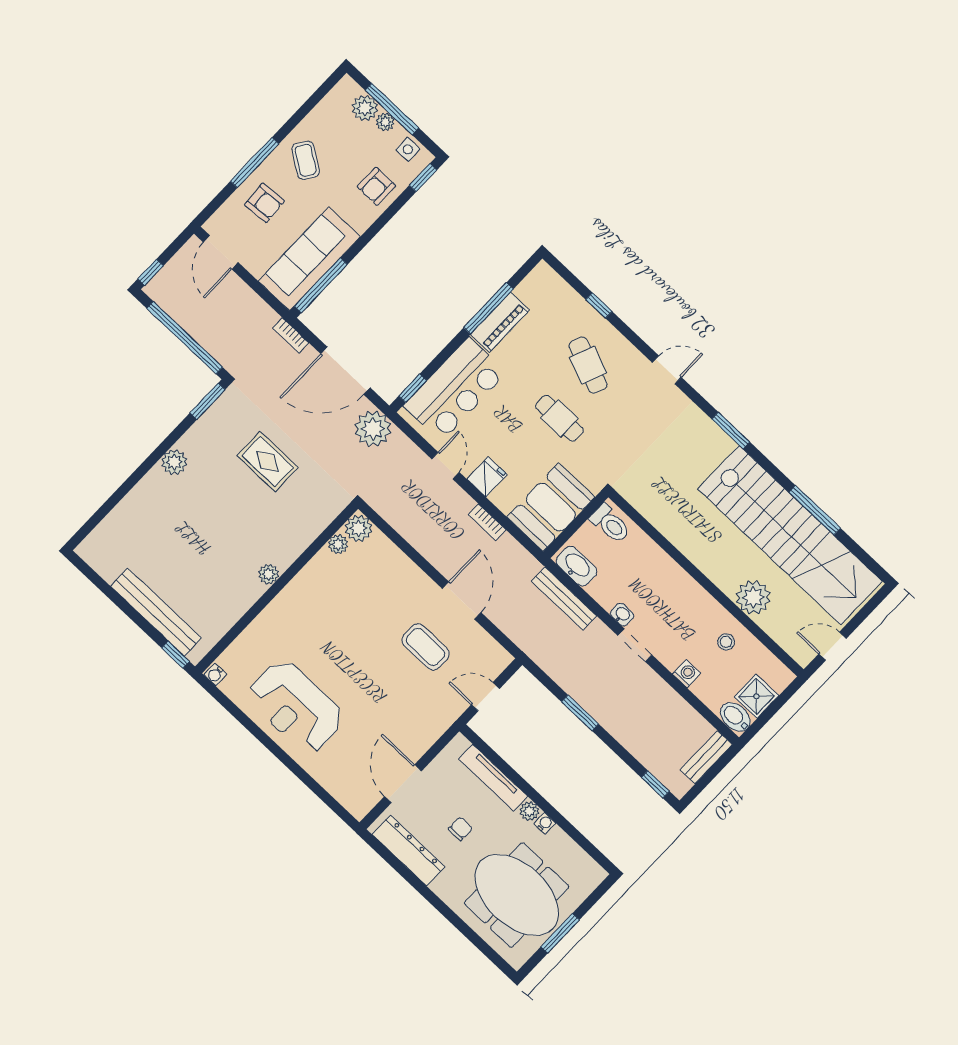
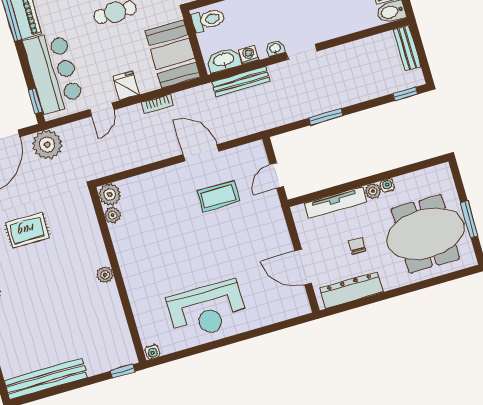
door: (445, 466) -> (102, 110), swing flipped
bench: (156, 612) -> (46, 379), moved
washing machine: (686, 674) -> (249, 55), moved

